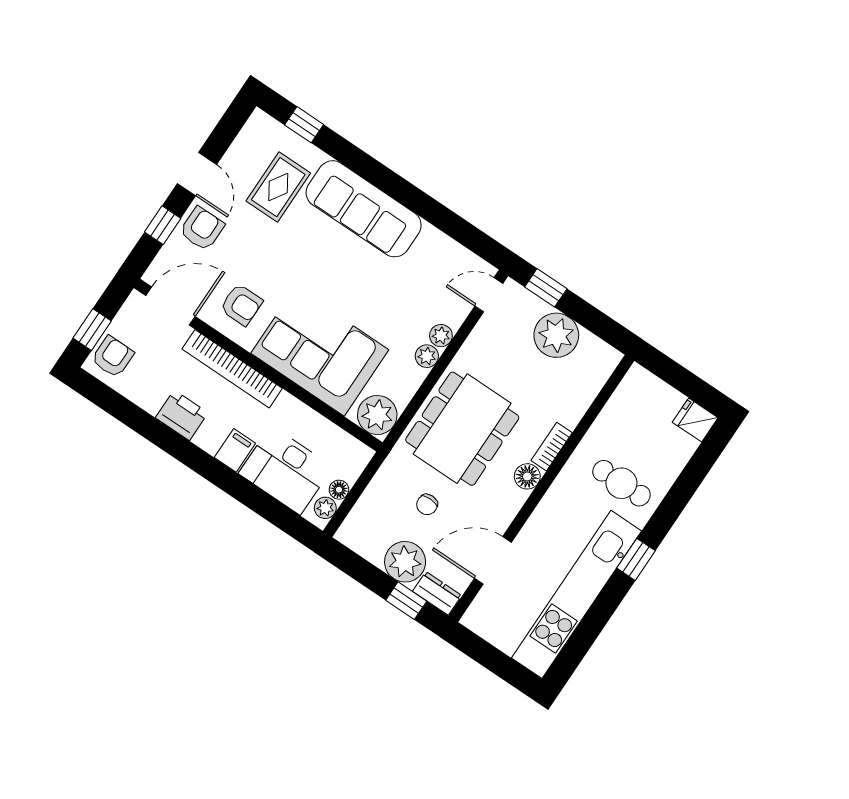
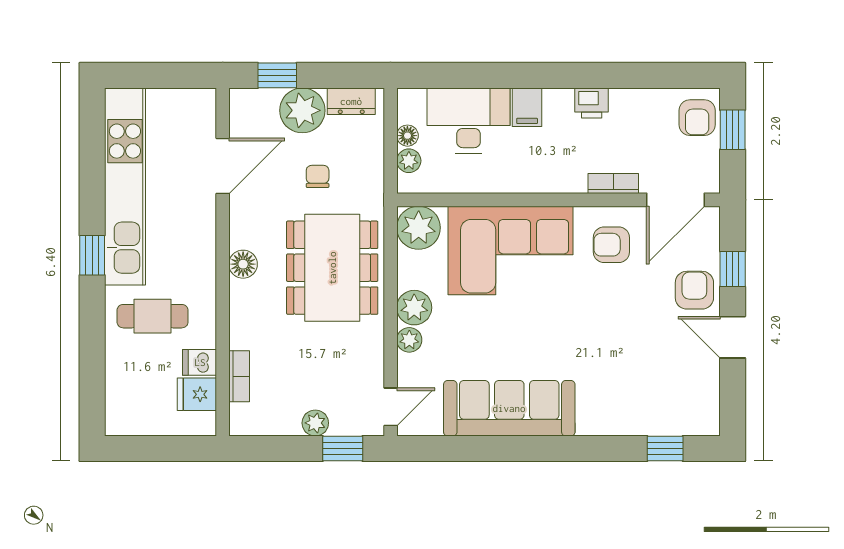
rug: (278, 187) -> (650, 375), removed
sofa: (364, 209) -> (509, 408), moved
armchair: (202, 229) -> (694, 290), turned 180
plant: (556, 335) -> (315, 423), width x0.53, depth x0.53
plant: (427, 356) -> (414, 308), width x1.38, depth x1.38
bookcase: (232, 369) -> (613, 184), width x0.43, depth x0.76
printer: (182, 415) -> (592, 103), width x0.73, depth x0.81
fridge: (695, 420) -> (197, 394), moved, turned 180
dishwasher: (610, 425) -> (200, 362), added
bookcase: (552, 447) -> (239, 376), moved
plant: (325, 508) -> (409, 161), moved
dresser: (437, 593) -> (351, 101), moved

